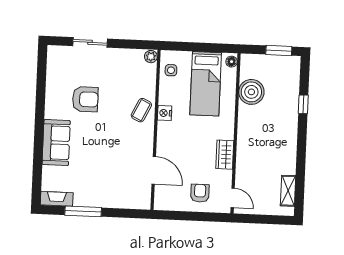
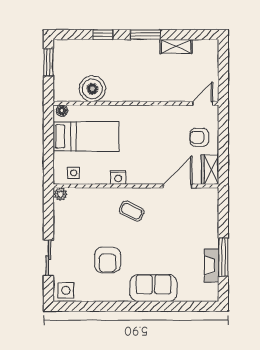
side table: (58, 58) -> (66, 290), added
armchair: (85, 99) -> (108, 260), turned 180
coffee table: (141, 110) -> (132, 211), moved
window: (302, 145) -> (145, 35), added
wardrobe: (225, 155) -> (210, 170), moved, turned 90
shelving: (288, 191) -> (176, 46), moved
fireplace: (57, 199) -> (212, 265), moved

